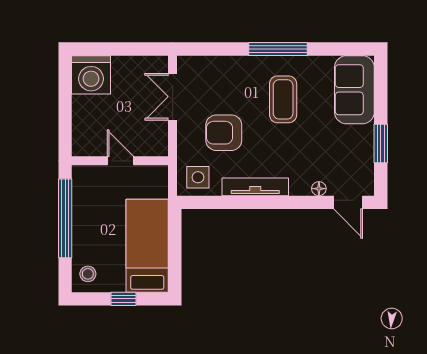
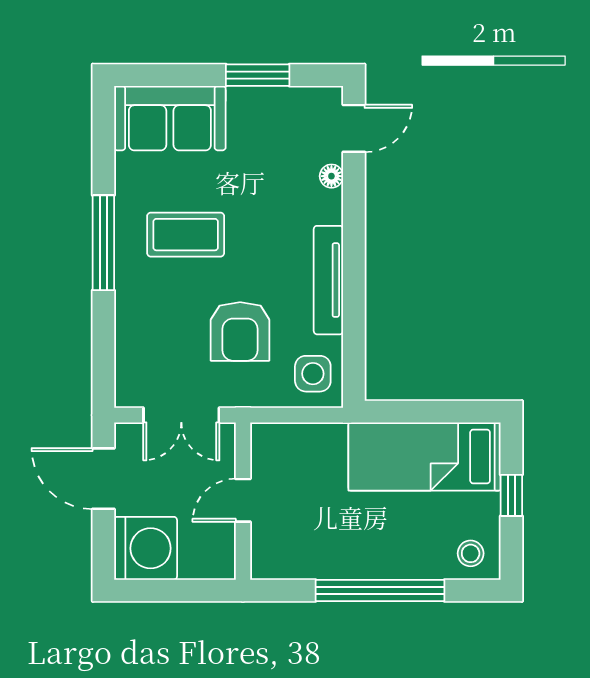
door: (134, 49) -> (103, 479), added
door: (120, 161) -> (243, 500), moved
wall: (120, 161) -> (243, 501), moved

